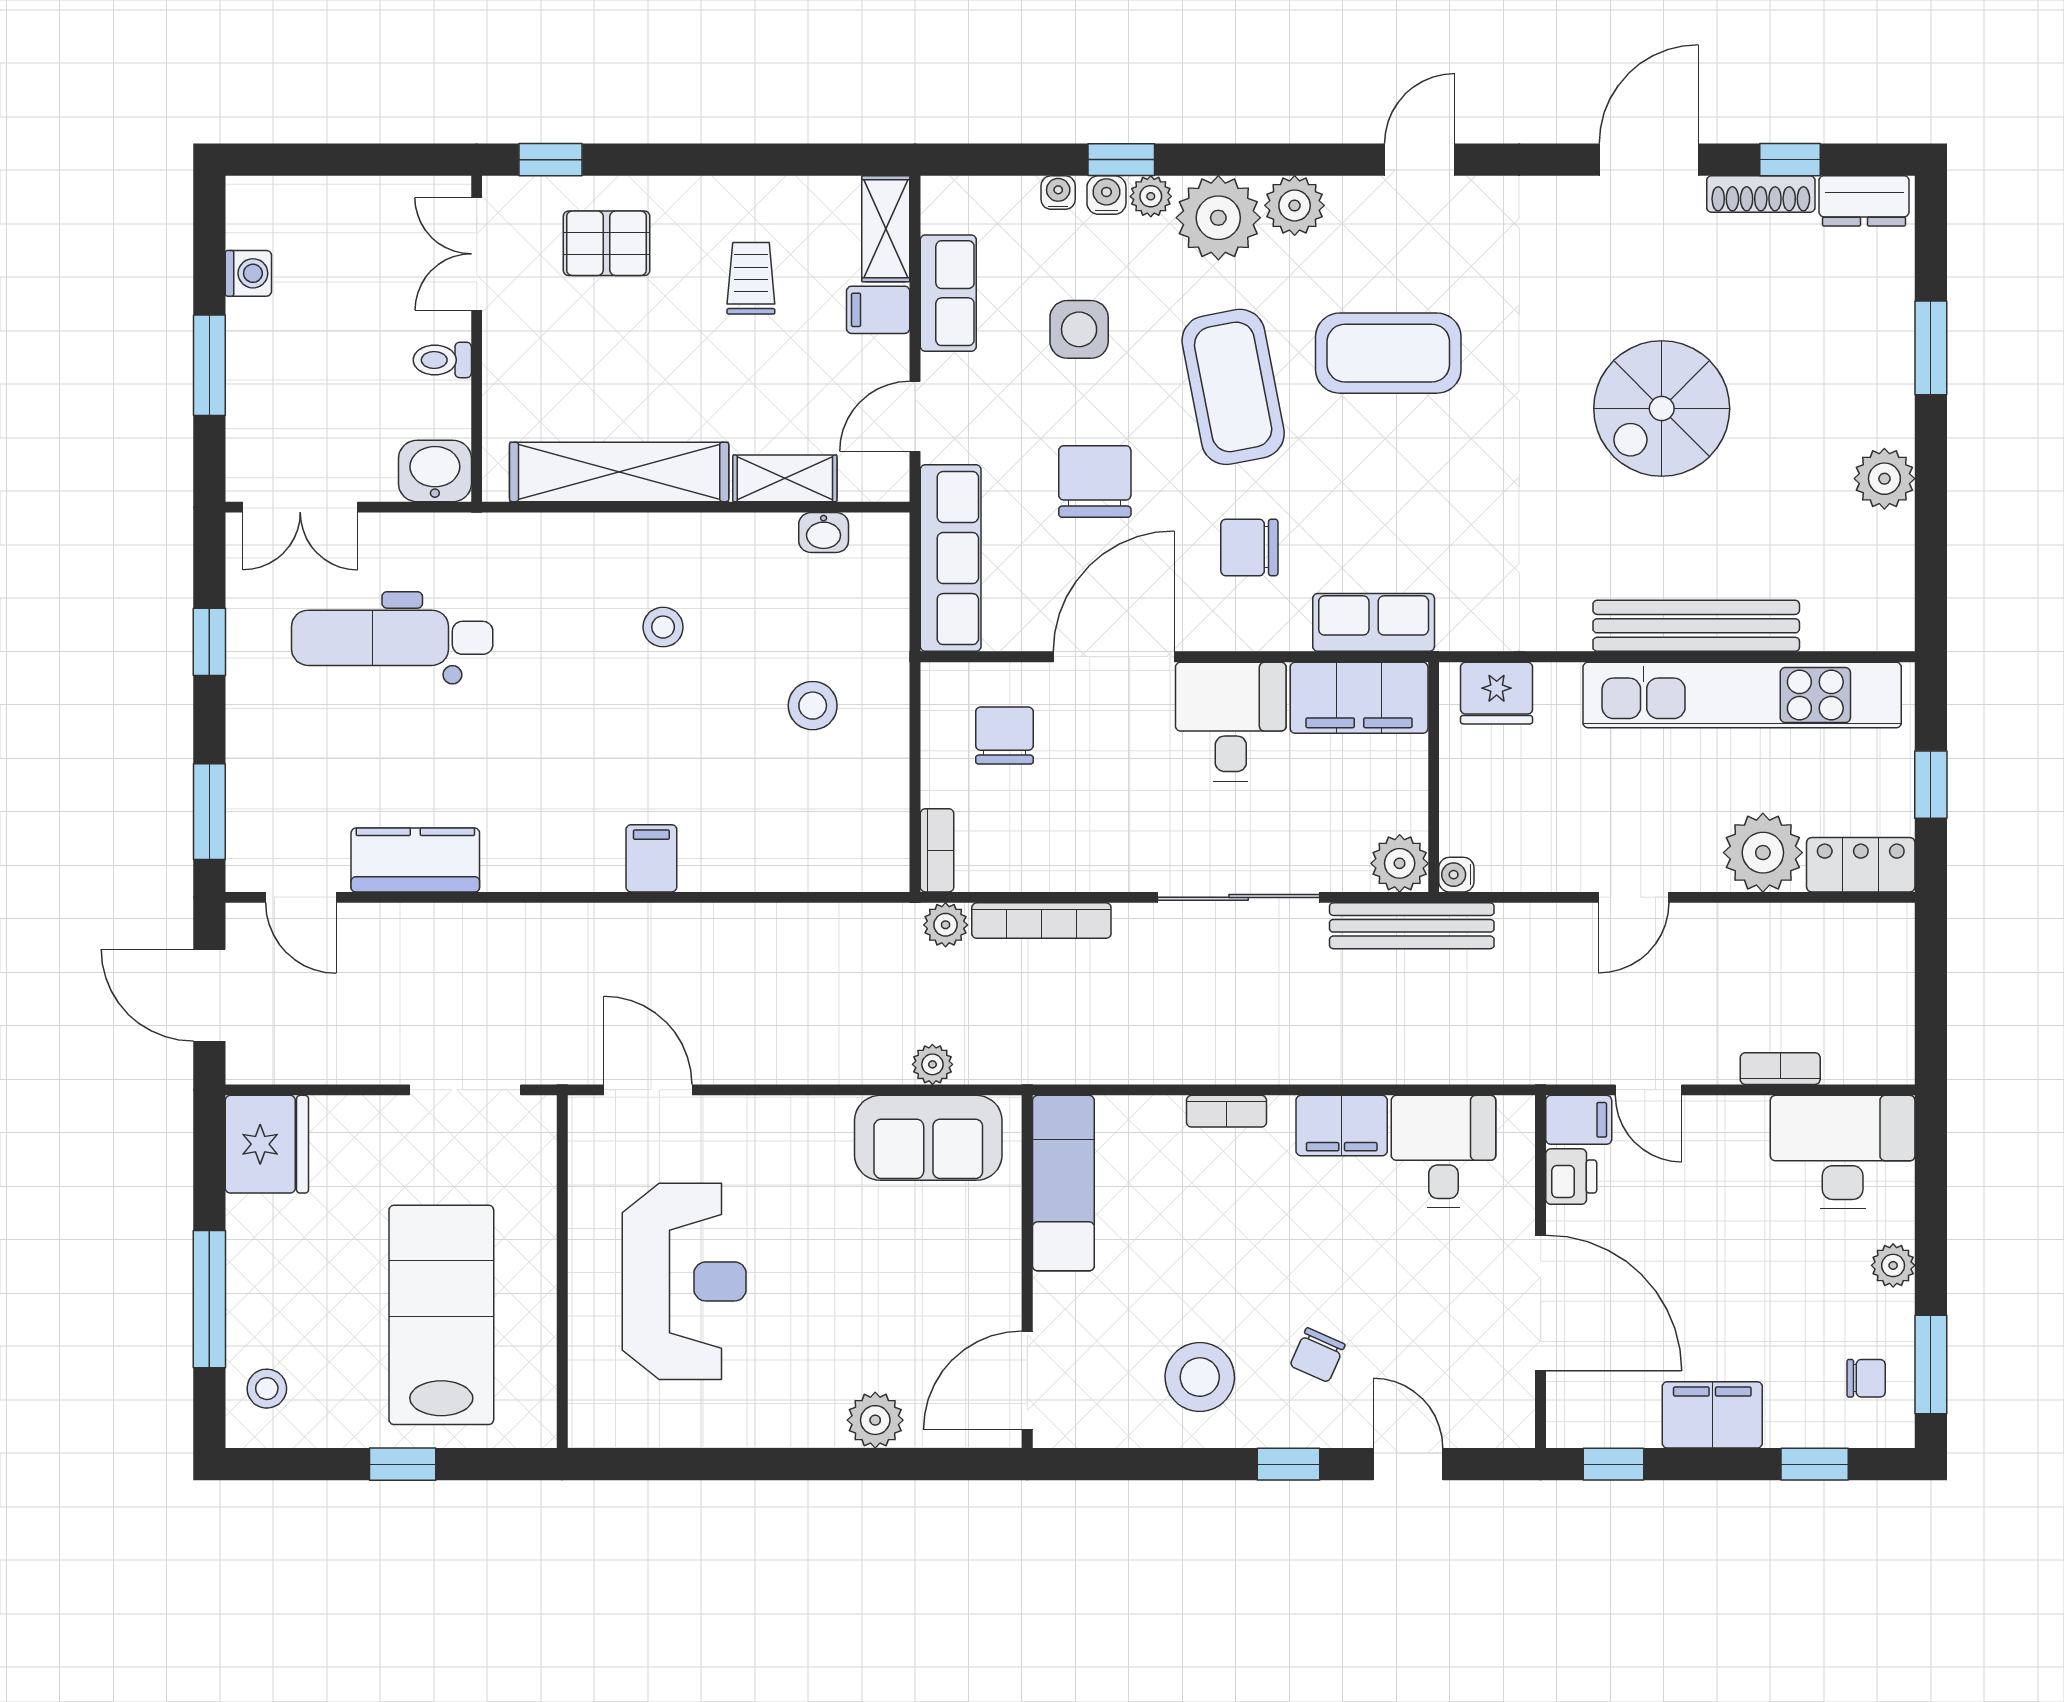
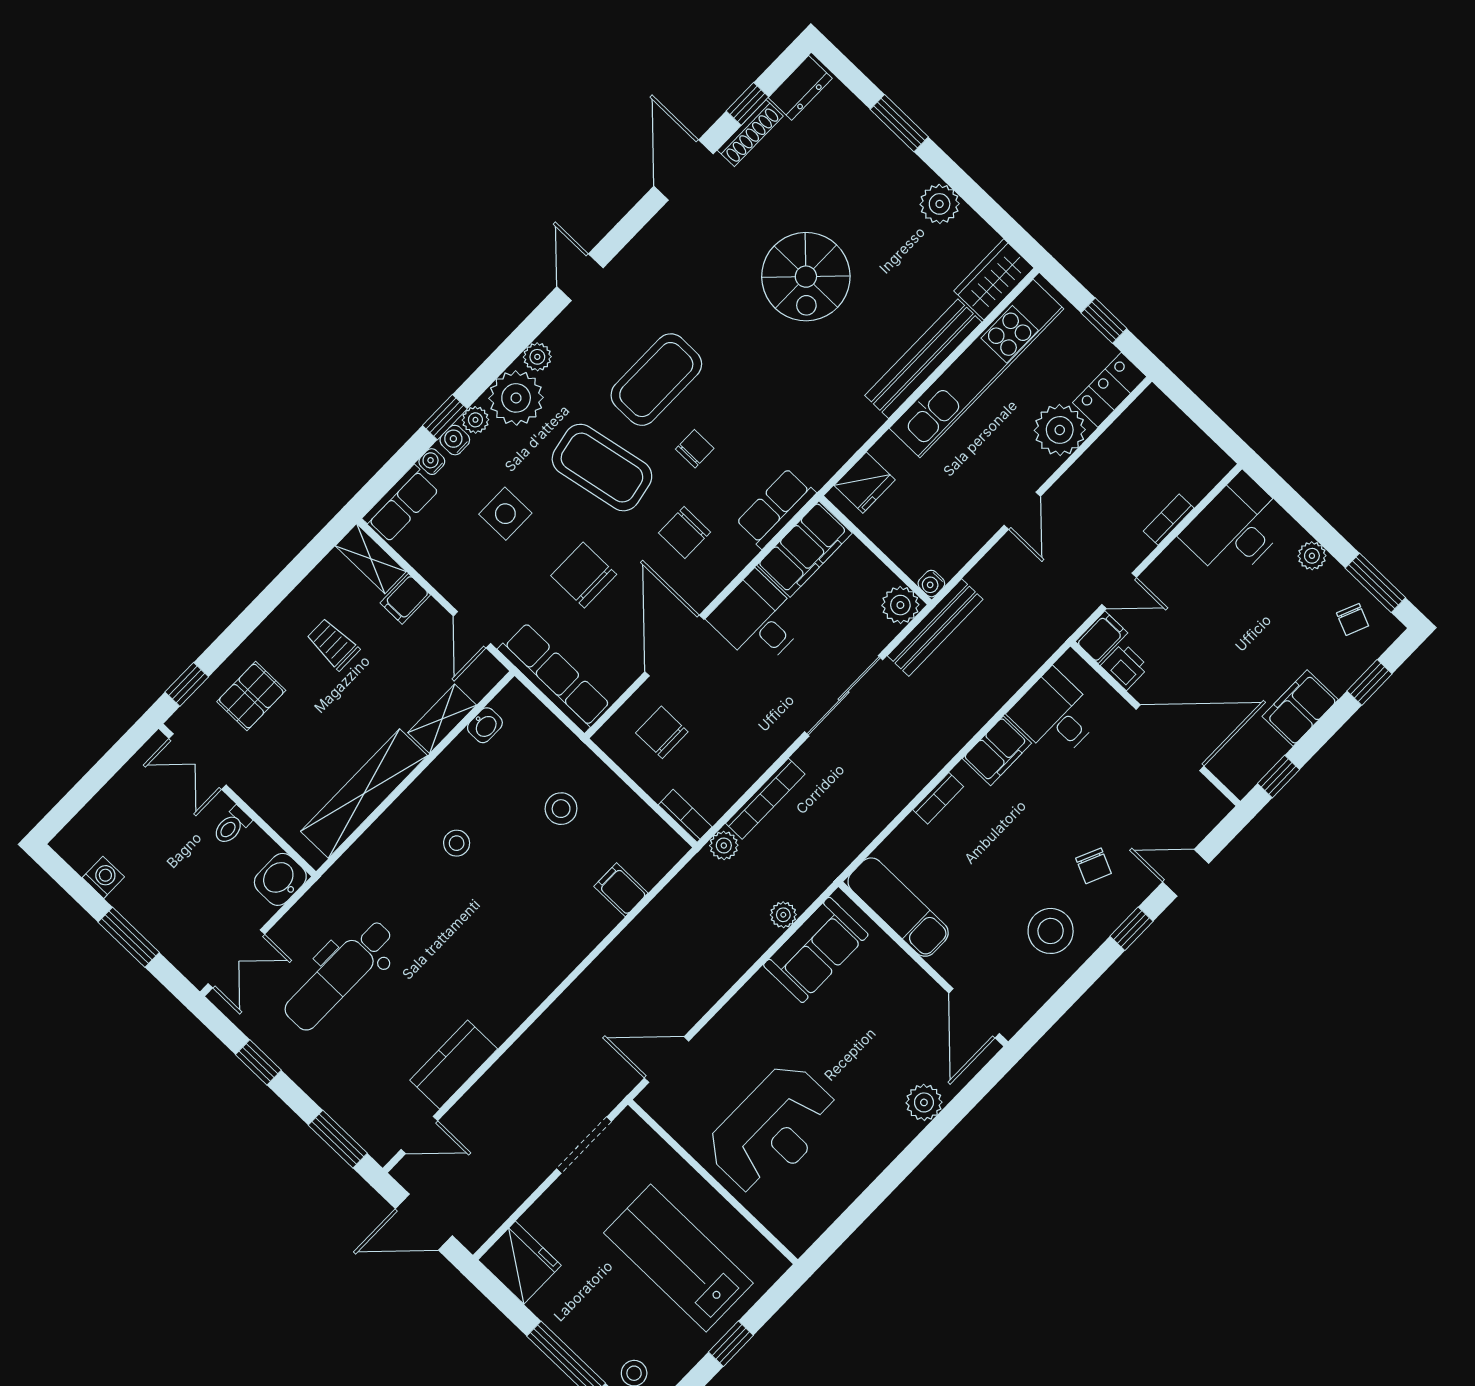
plant: (1295, 205) -> (537, 357), width x0.73, depth x0.73
row of seats: (948, 293) -> (401, 504), moved, turned 90
chair: (1353, 469) -> (695, 449), added
wardrobe: (1859, 619) -> (994, 279), added
filing cabinet: (651, 858) -> (621, 890), moved
reception desk: (684, 1281) -> (773, 1129), turned 90
chair: (1866, 1378) -> (1353, 619), turned 113

